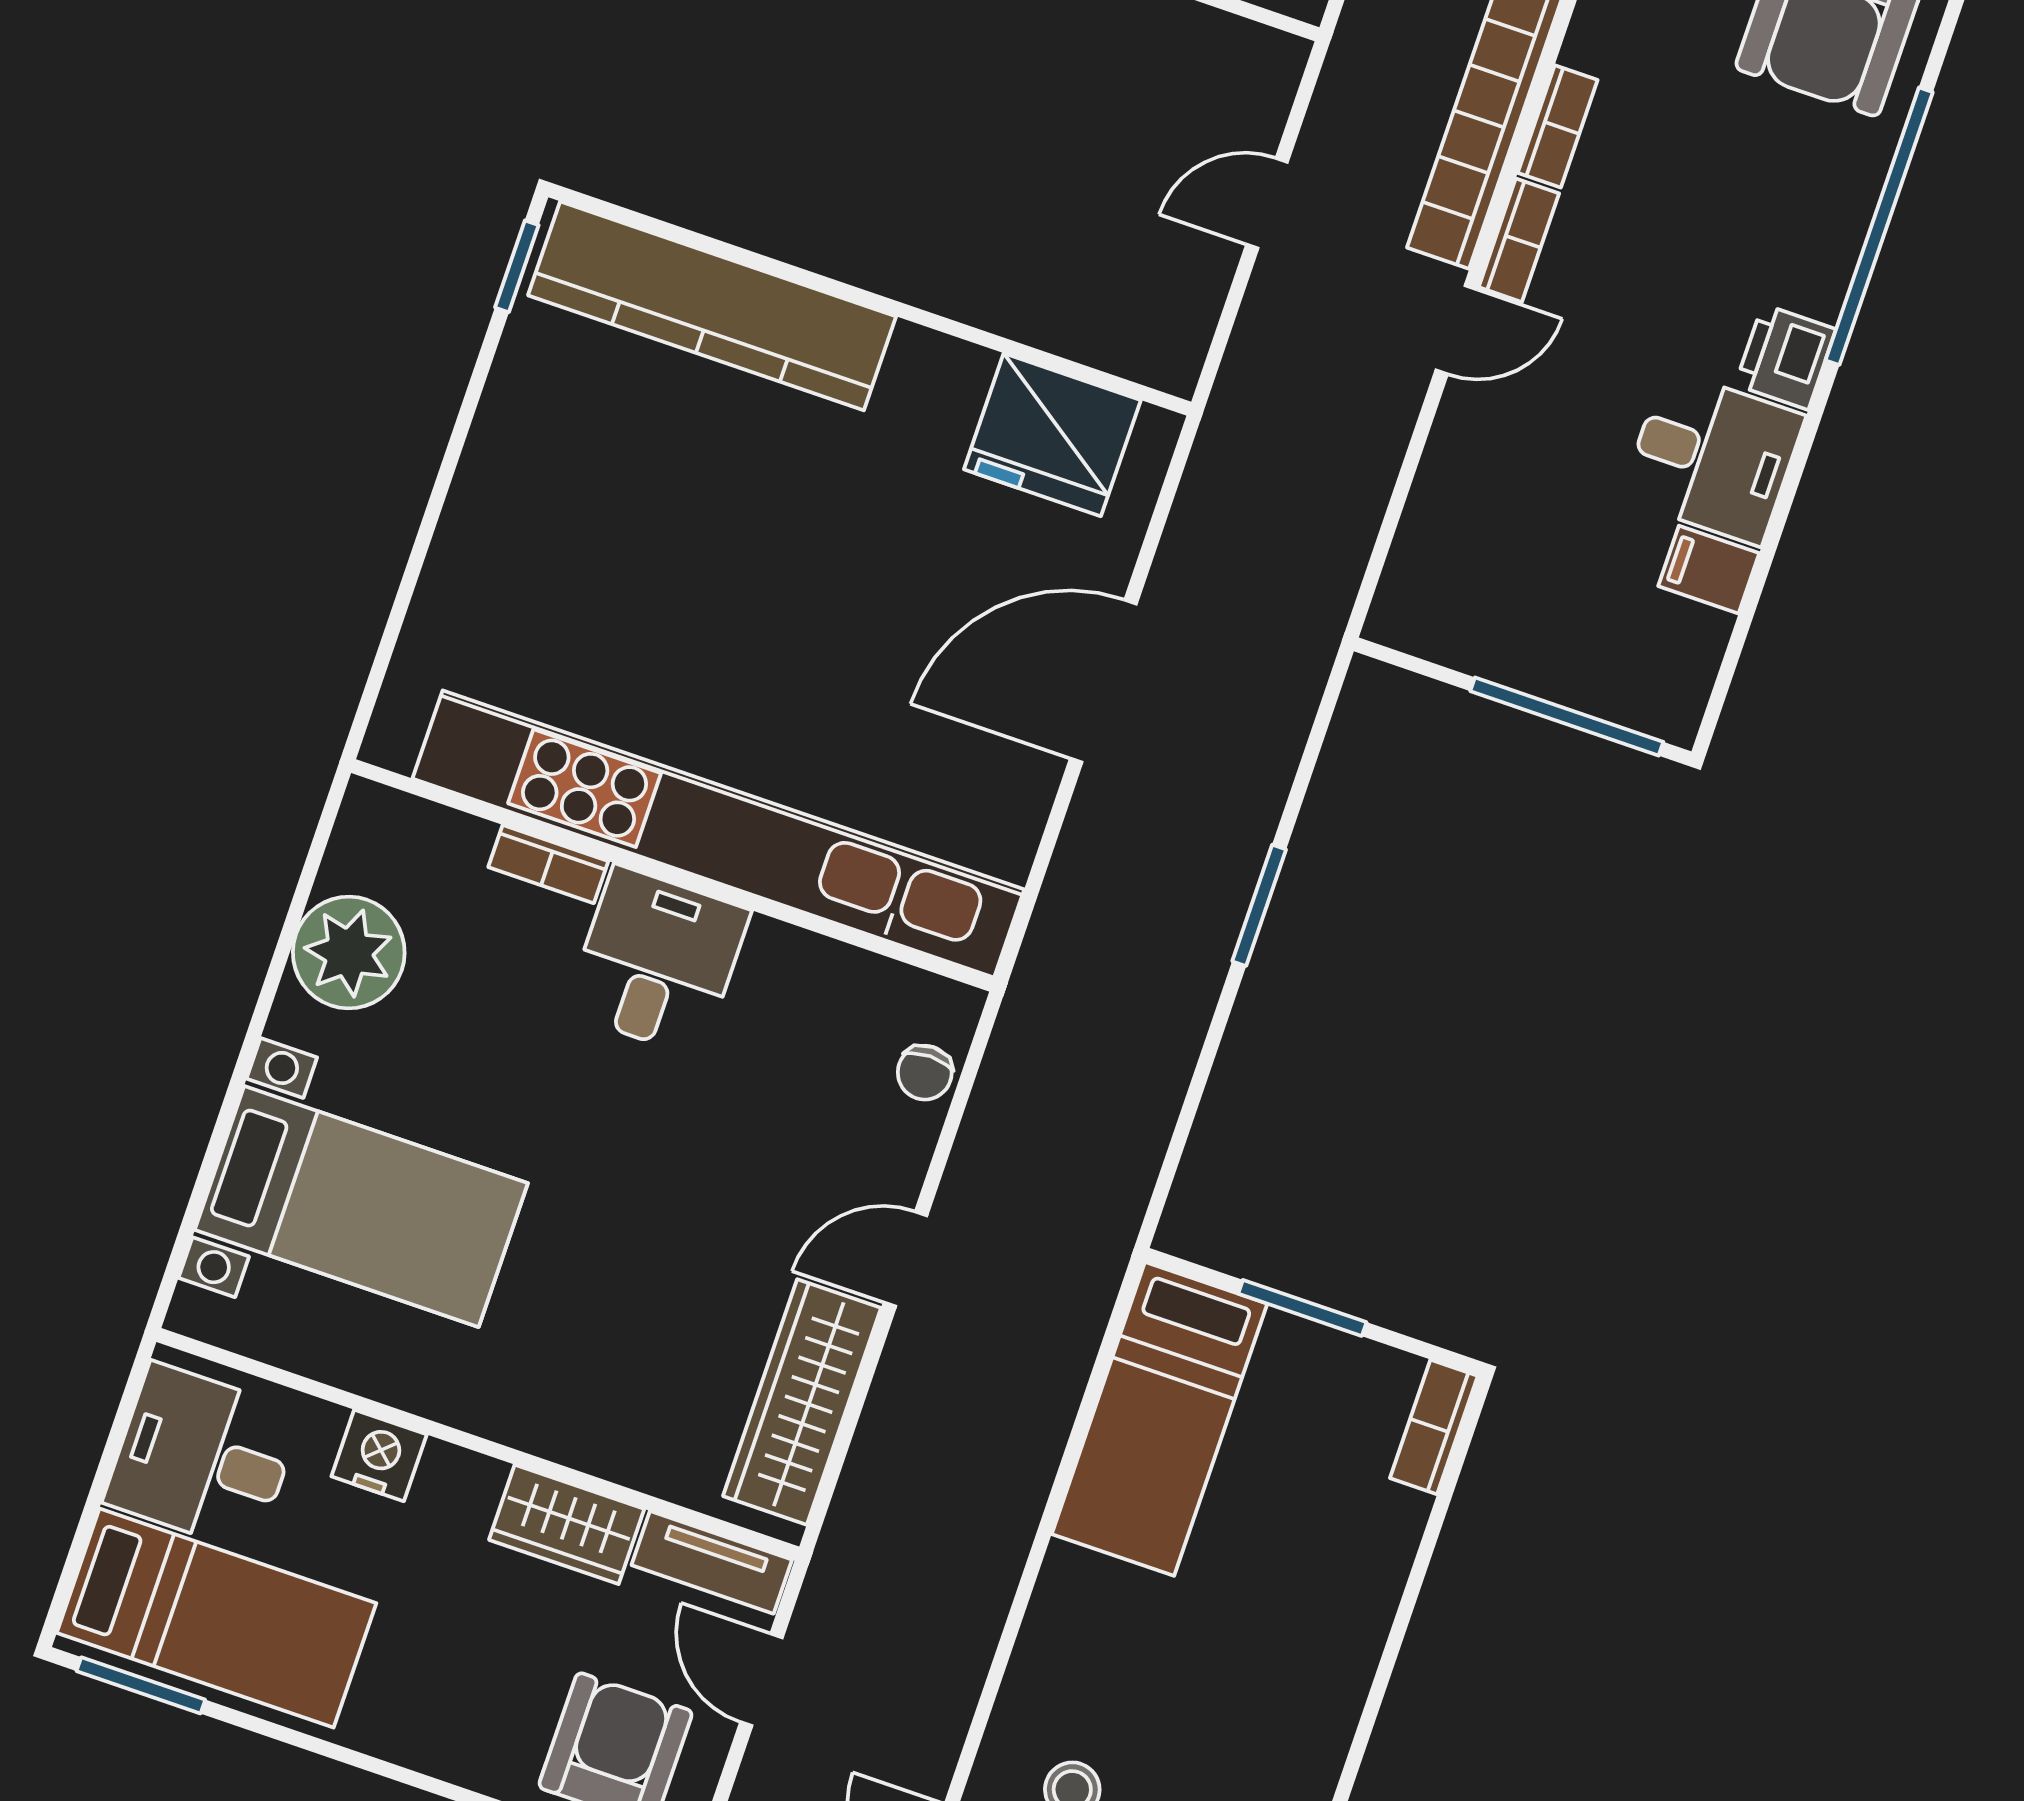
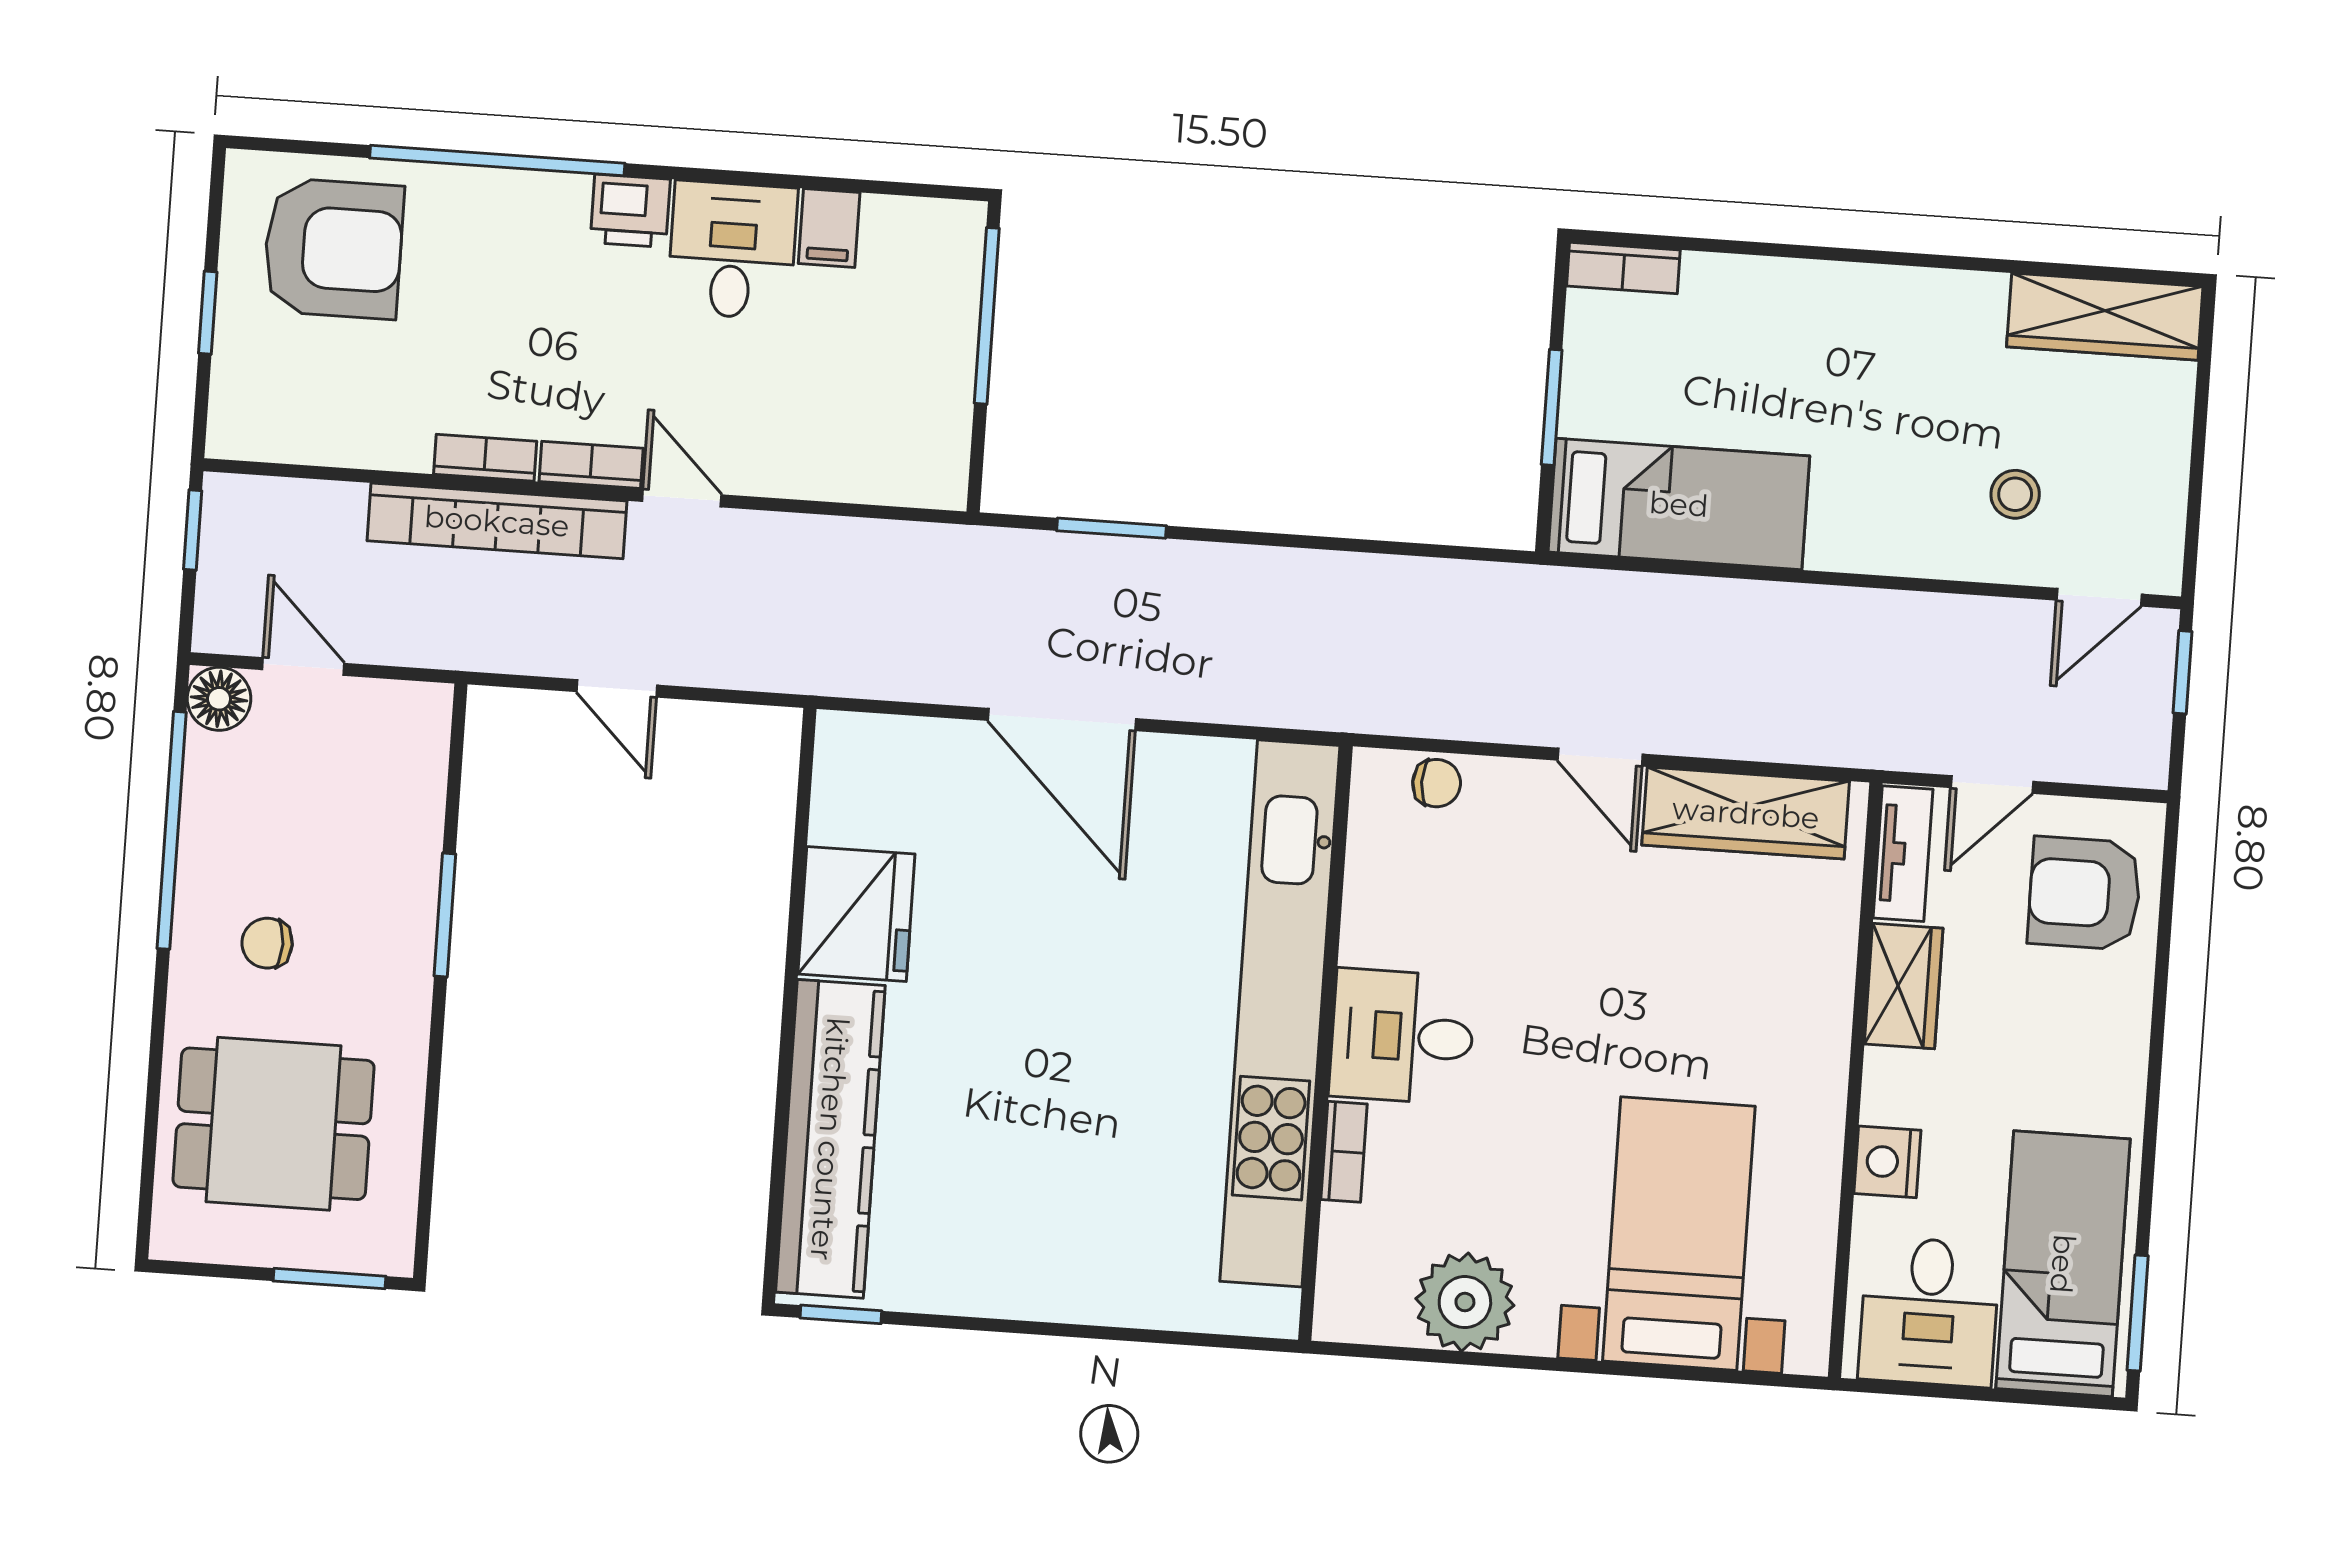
fridge: (1052, 435) -> (856, 914), moved
window: (1259, 905) -> (1112, 528), moved

